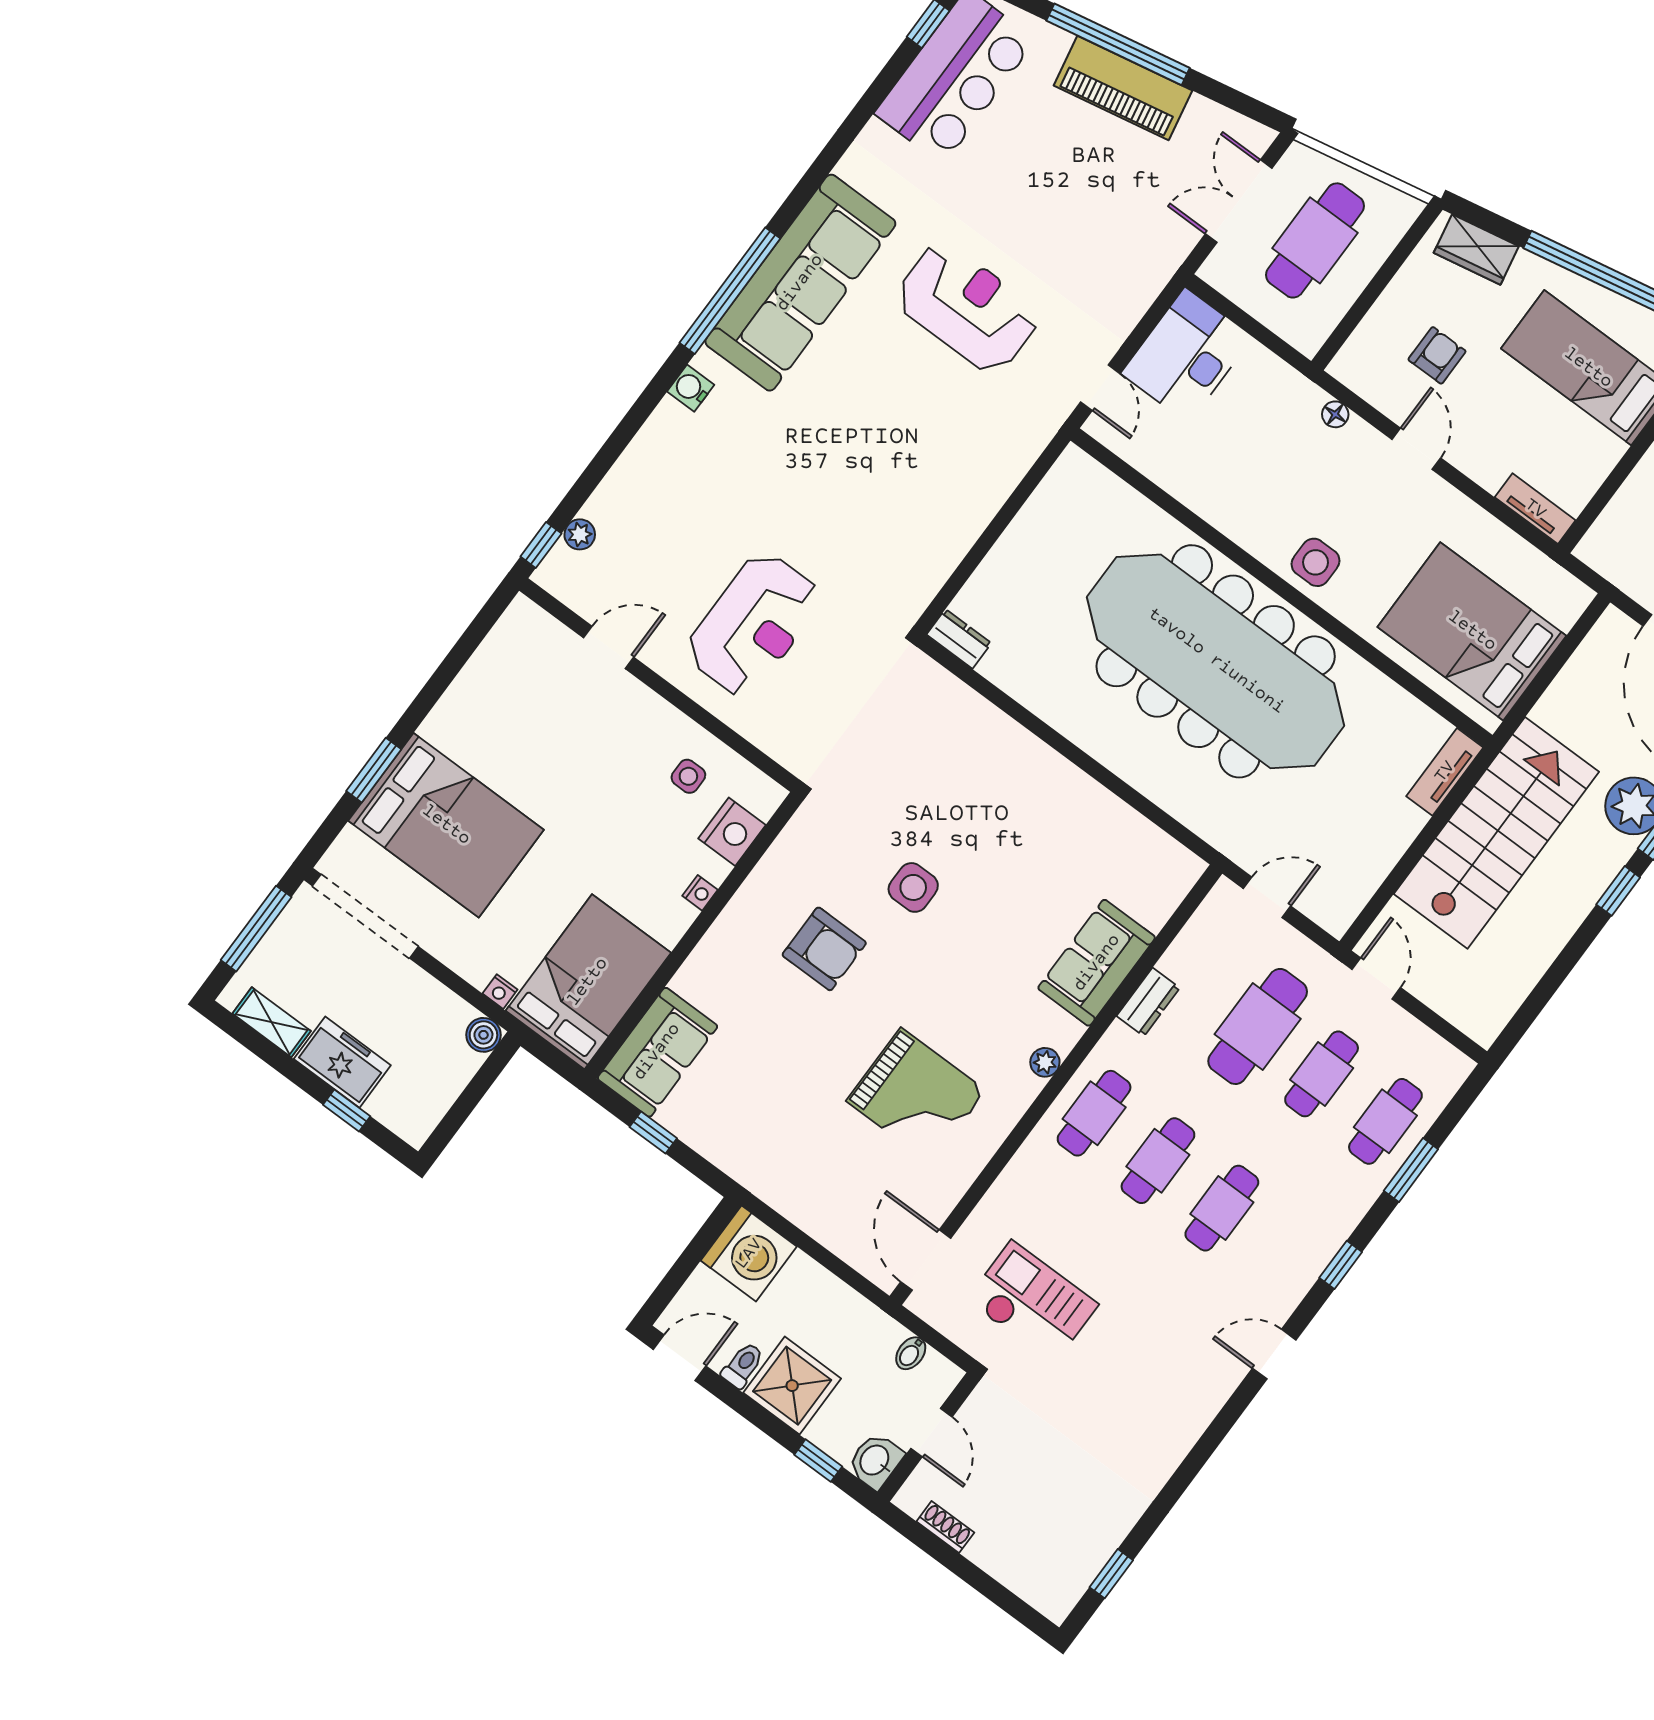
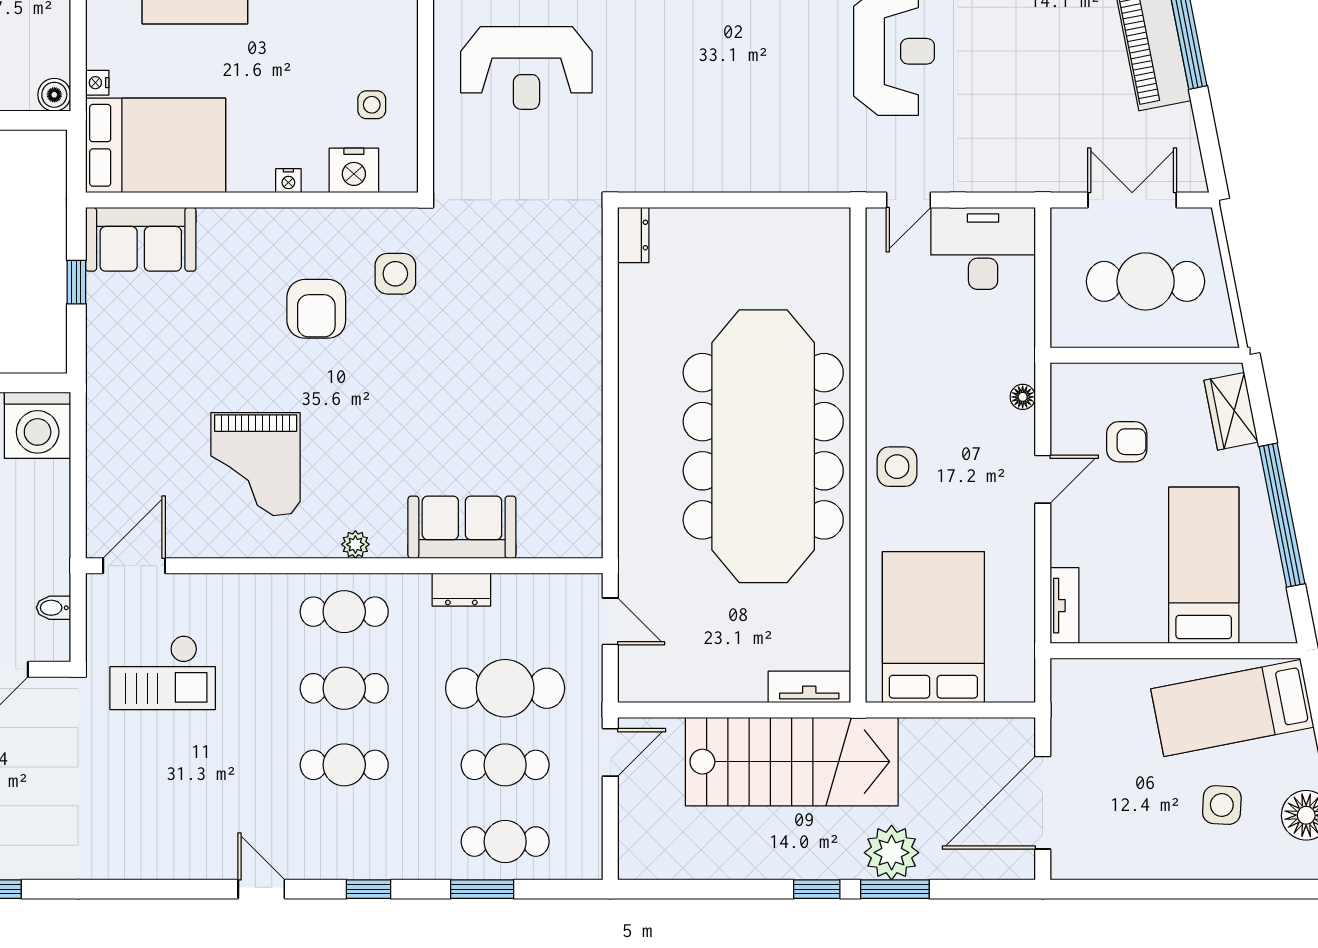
side table: (913, 887) -> (395, 274), moved
checkout: (1032, 1302) -> (163, 673), turned 90

